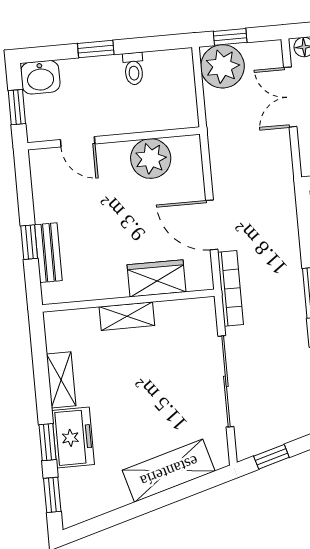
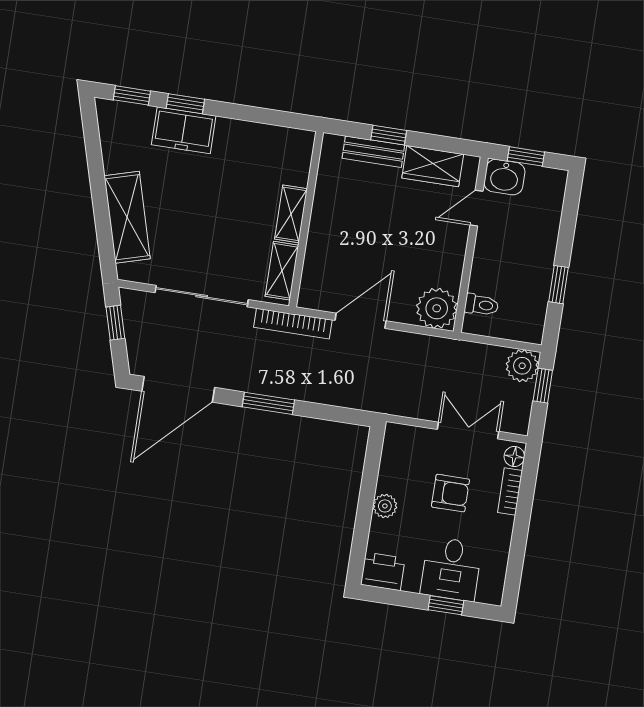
window: (96, 49) -> (558, 285), moved
plant: (222, 66) -> (522, 366), width x0.73, depth x0.73
toilet: (134, 69) -> (481, 305), moved, turned 180
washbasin: (40, 77) -> (504, 177), moved, turned -90
plant: (151, 159) -> (437, 308), moved
wardrobe: (157, 278) -> (433, 166), moved, turned 90
shelving: (61, 380) -> (282, 271), moved, turned 90

